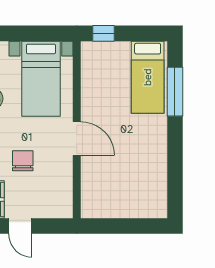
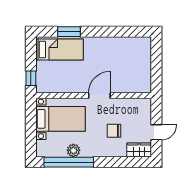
window: (175, 92) -> (69, 32), width x0.69

